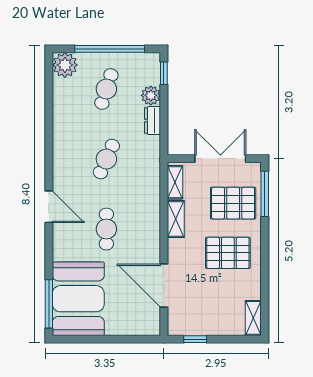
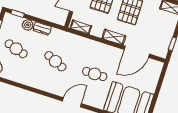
shelving: (176, 219) -> (114, 37), moved

